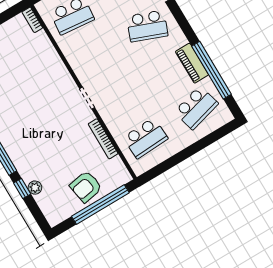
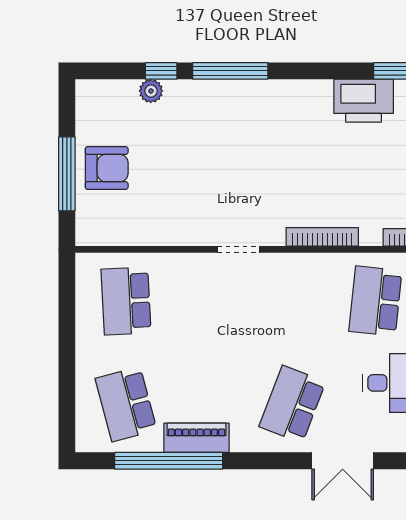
bookcase: (103, 139) -> (322, 237), moved
armchair: (86, 187) -> (107, 168), turned 100
window: (100, 204) -> (67, 174), width x0.68

